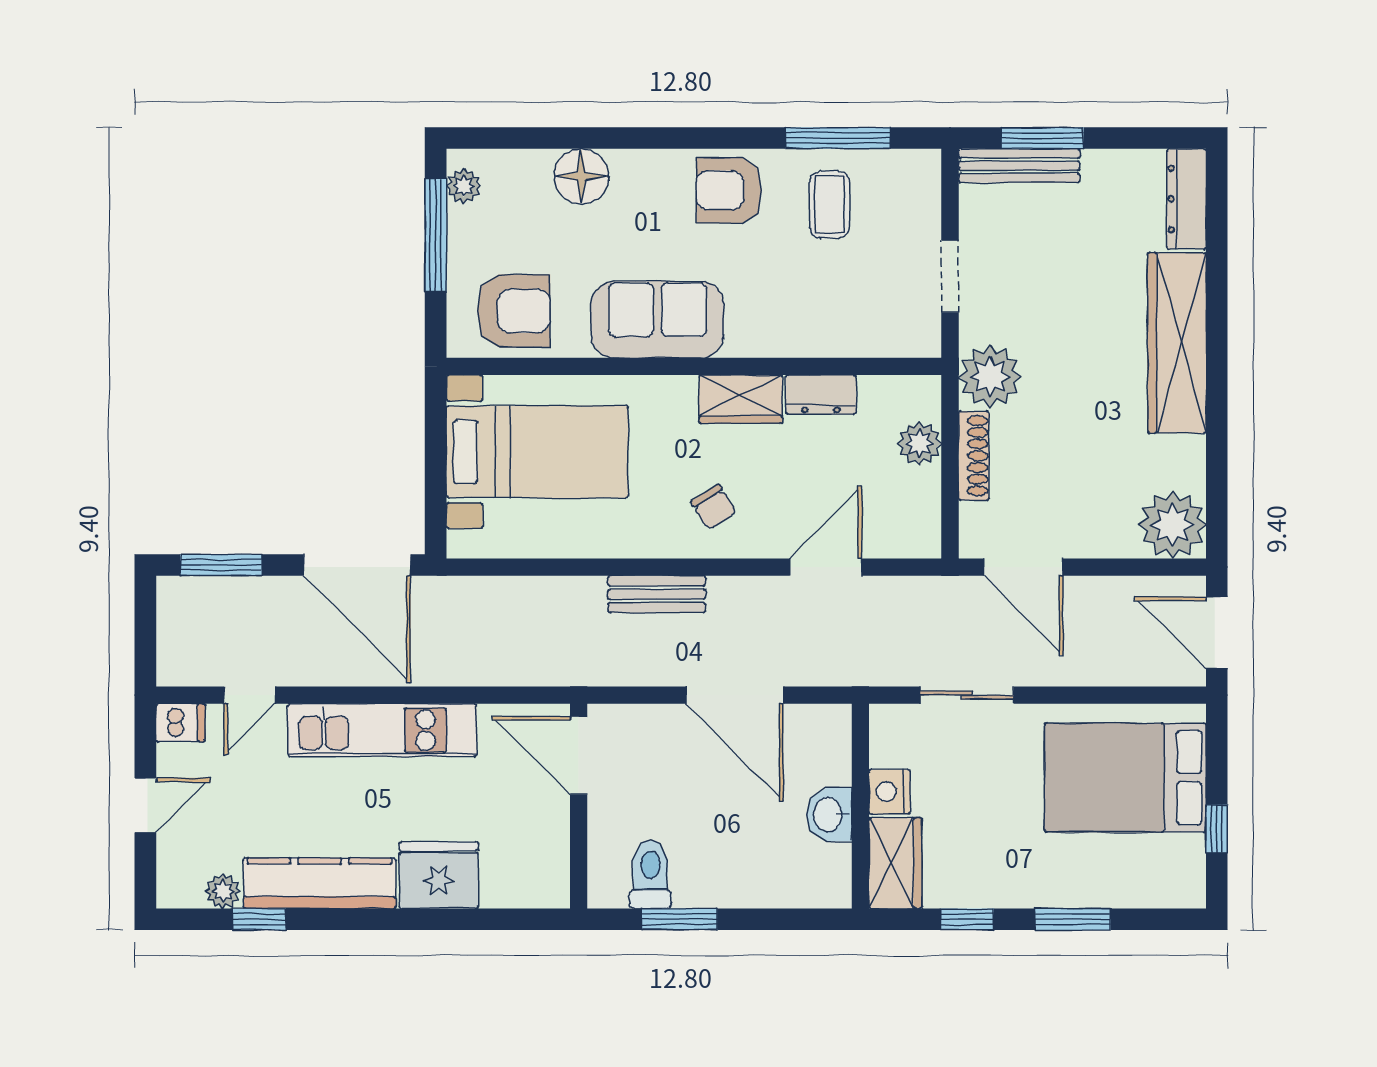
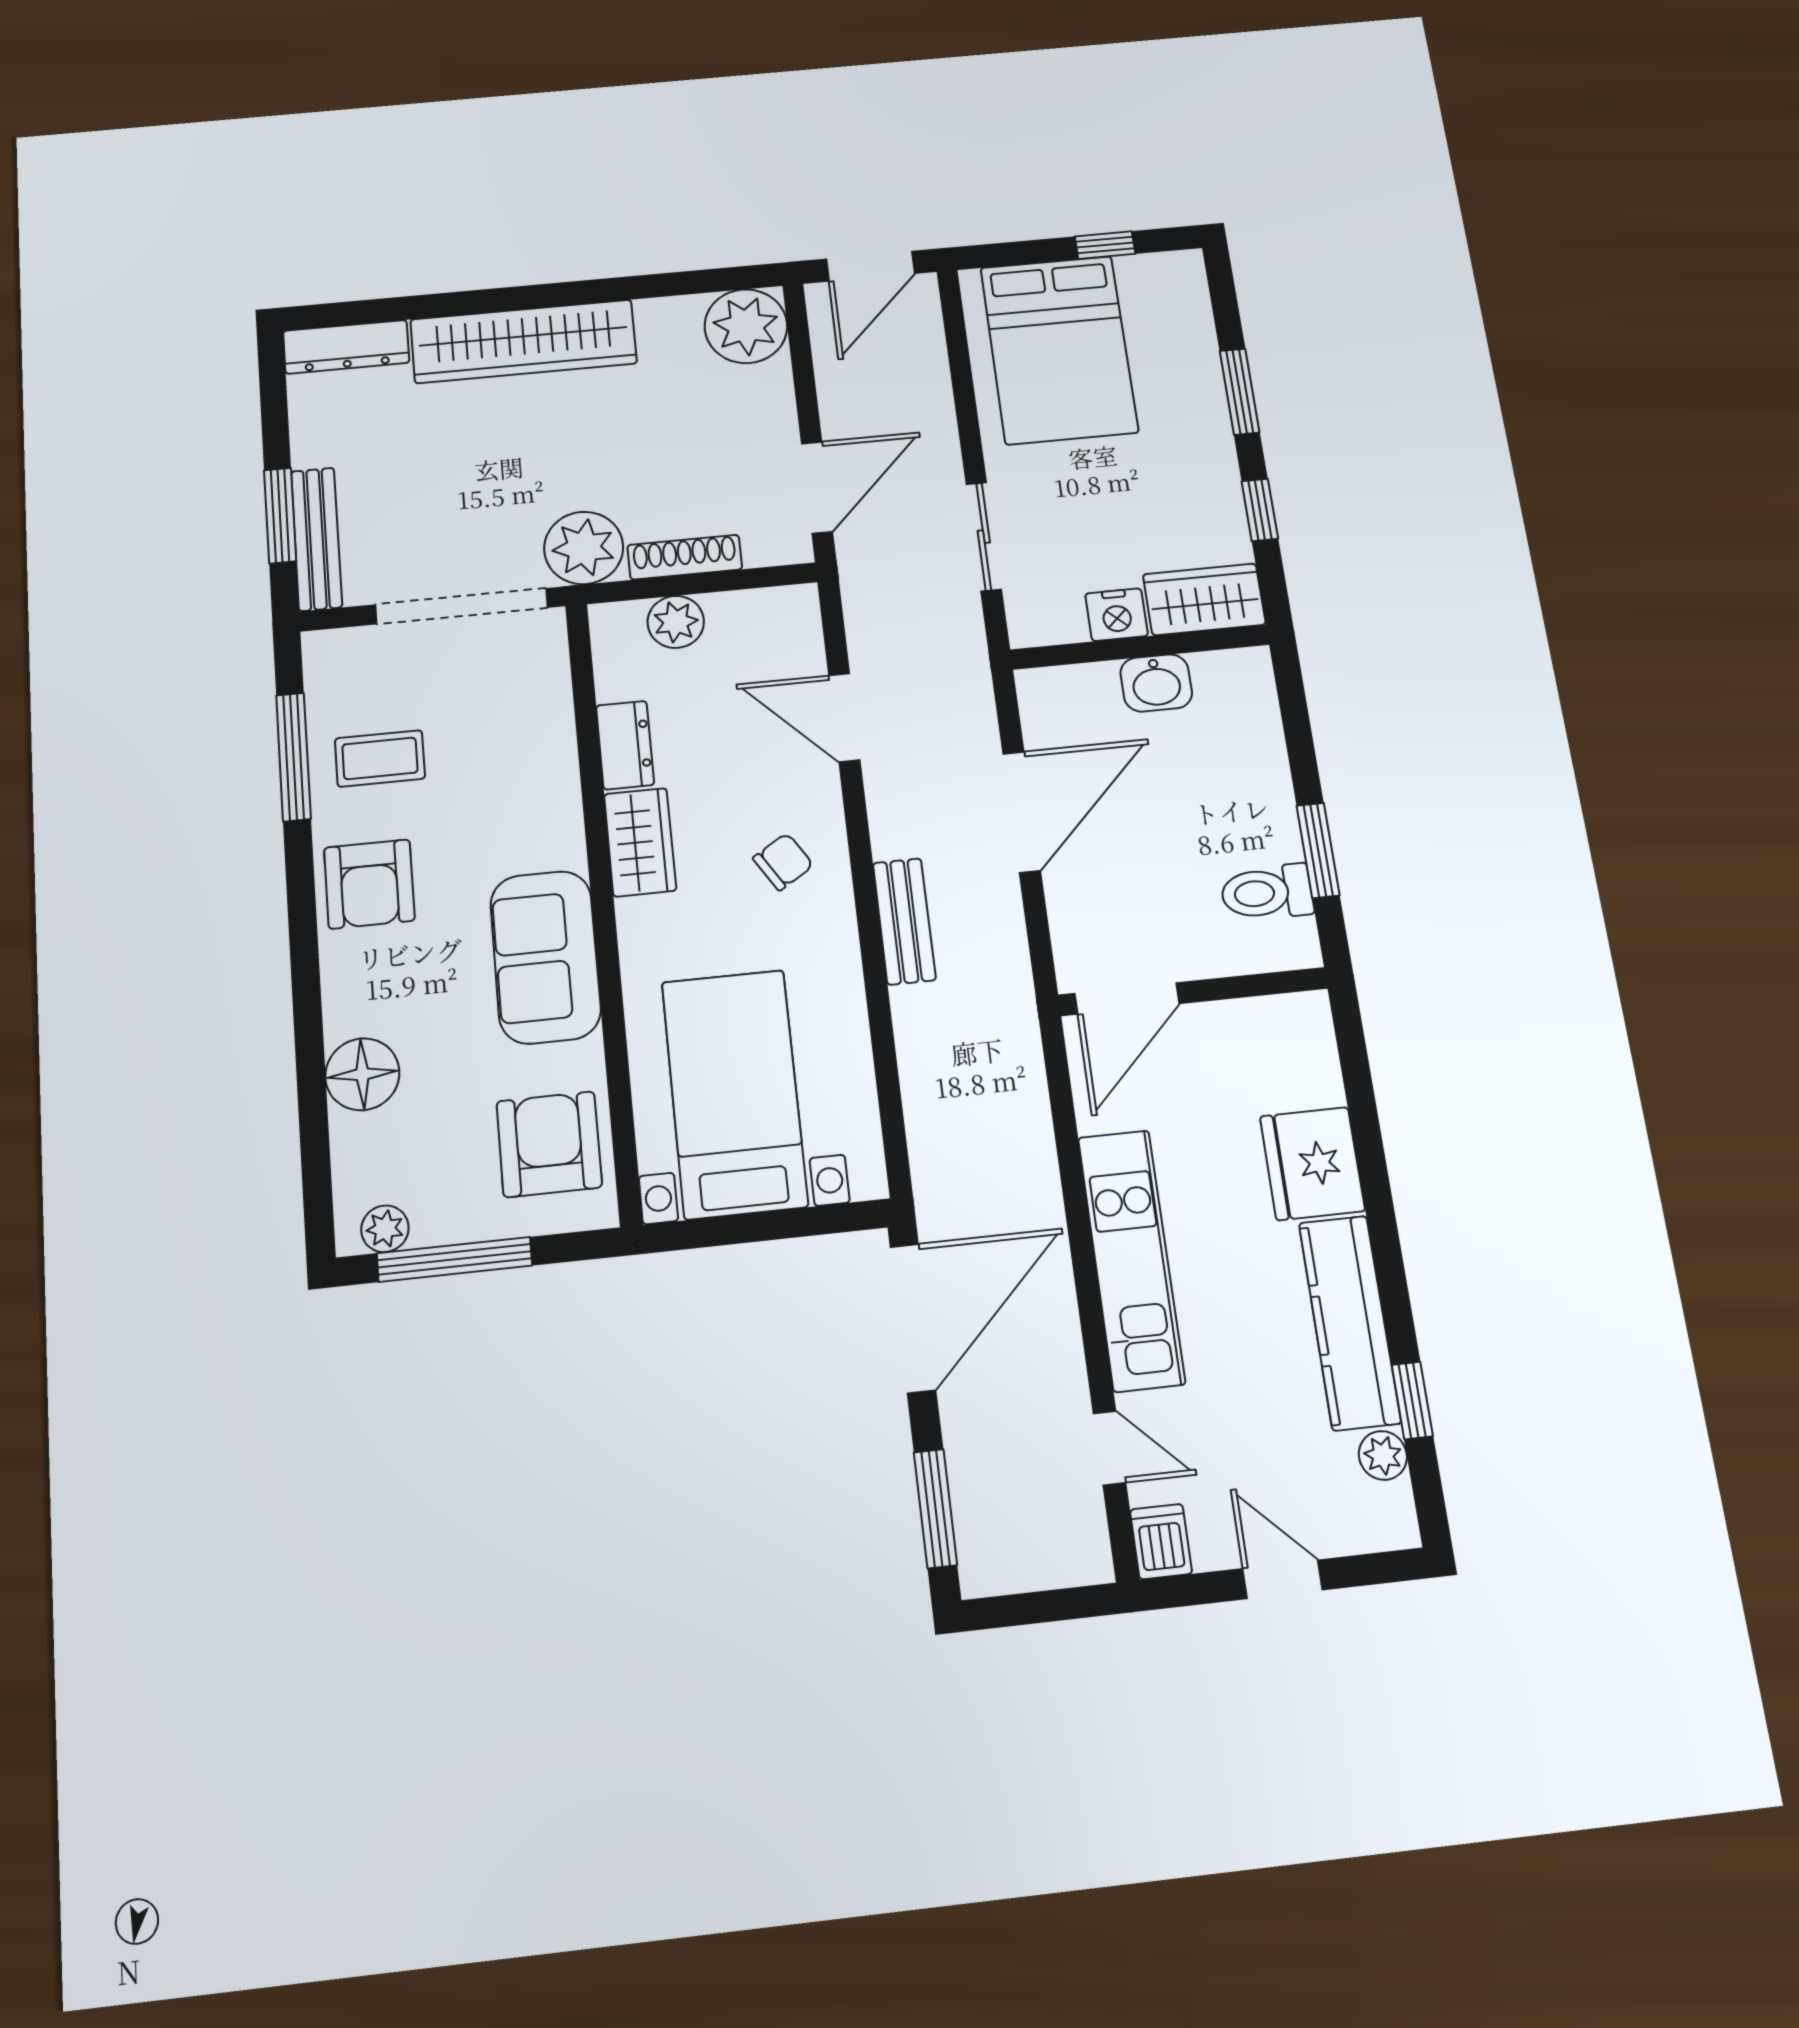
doorway: (950, 276) -> (461, 606), width x1.88

